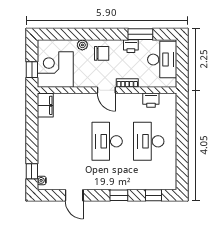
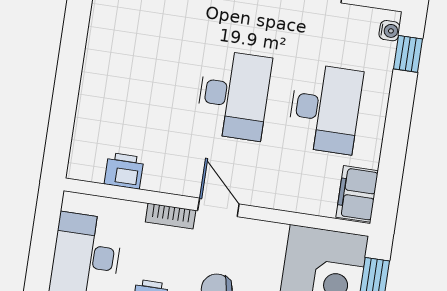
desk: (149, 141) -> (325, 109), moved

